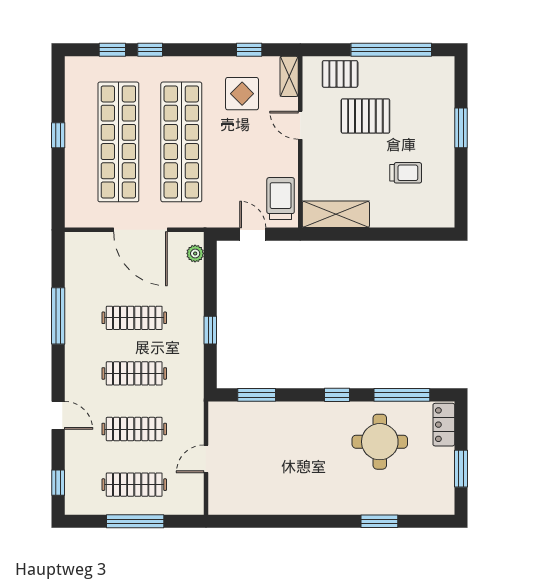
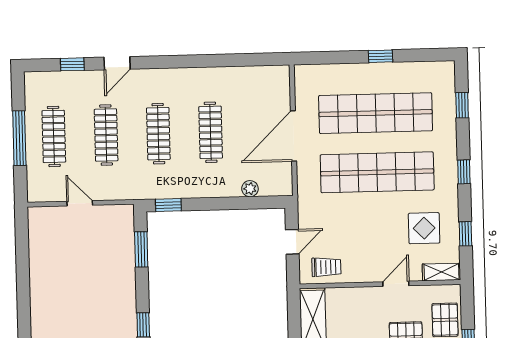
window: (150, 50) -> (464, 172), moved
trolley: (281, 199) -> (326, 267), width x0.73, depth x0.72
plant: (195, 253) -> (250, 189), moved
window: (58, 316) -> (211, 61), removed
window: (210, 330) -> (168, 205), moved
window: (58, 483) -> (72, 64), moved

